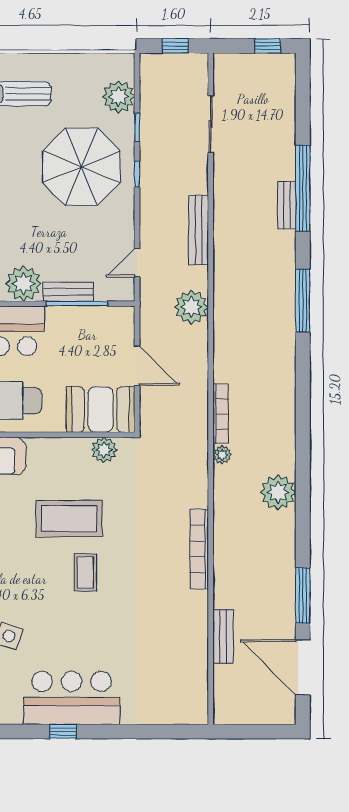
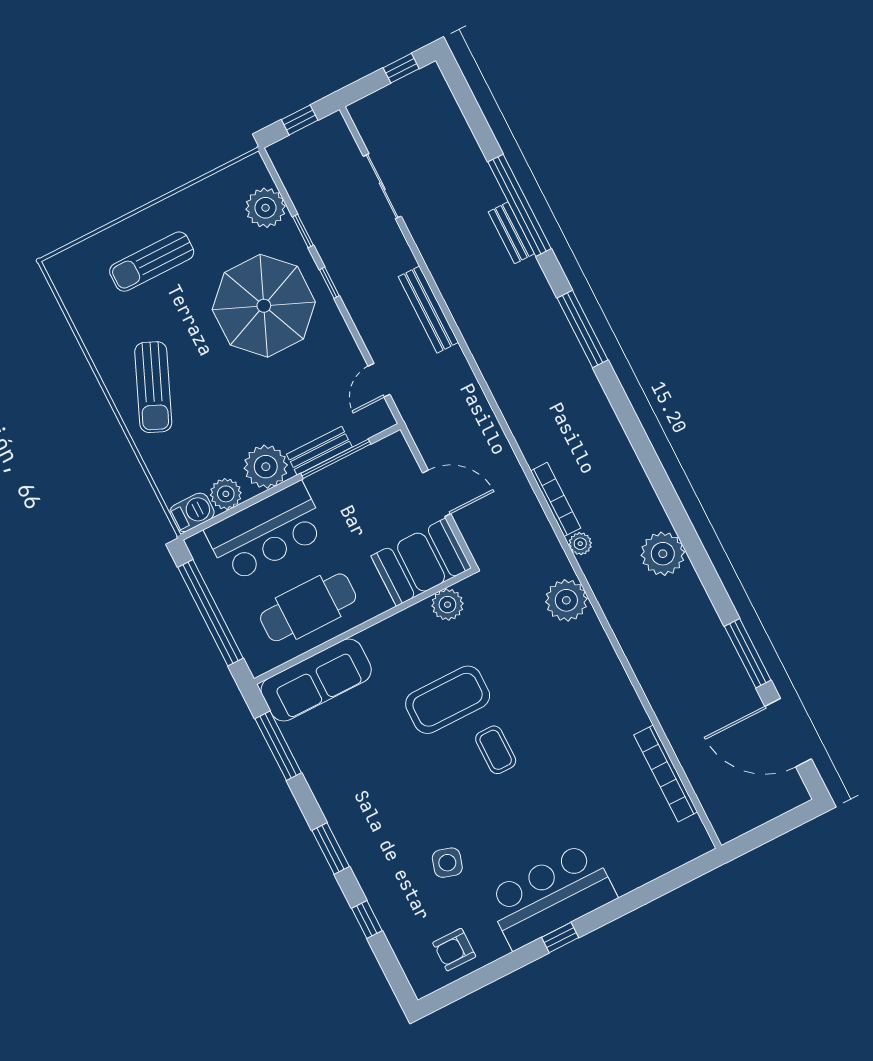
plant: (191, 307) -> (566, 600), moved
bookcase: (199, 549) -> (666, 773), moved
bench: (223, 637) -> (683, 743), removed

